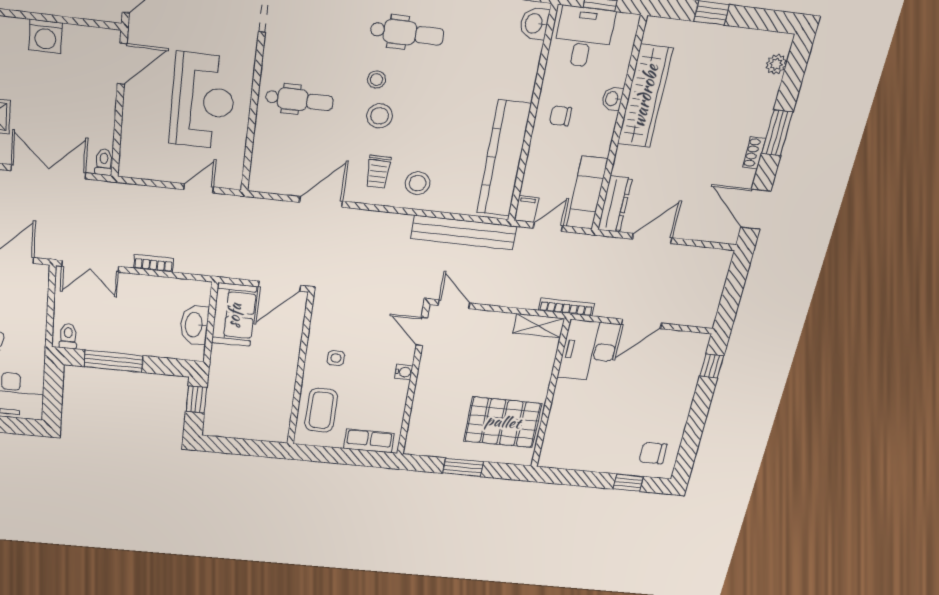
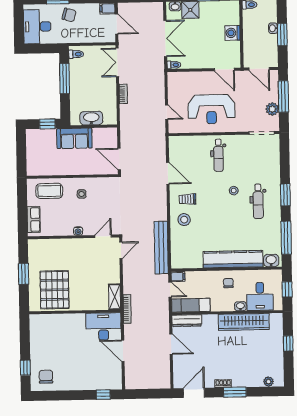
desk: (584, 37) -> (260, 296), moved, turned 90
stool: (380, 116) -> (216, 195), removed
kitchen counter: (504, 159) -> (233, 259), moved
sofa: (234, 315) -> (74, 138), moved

